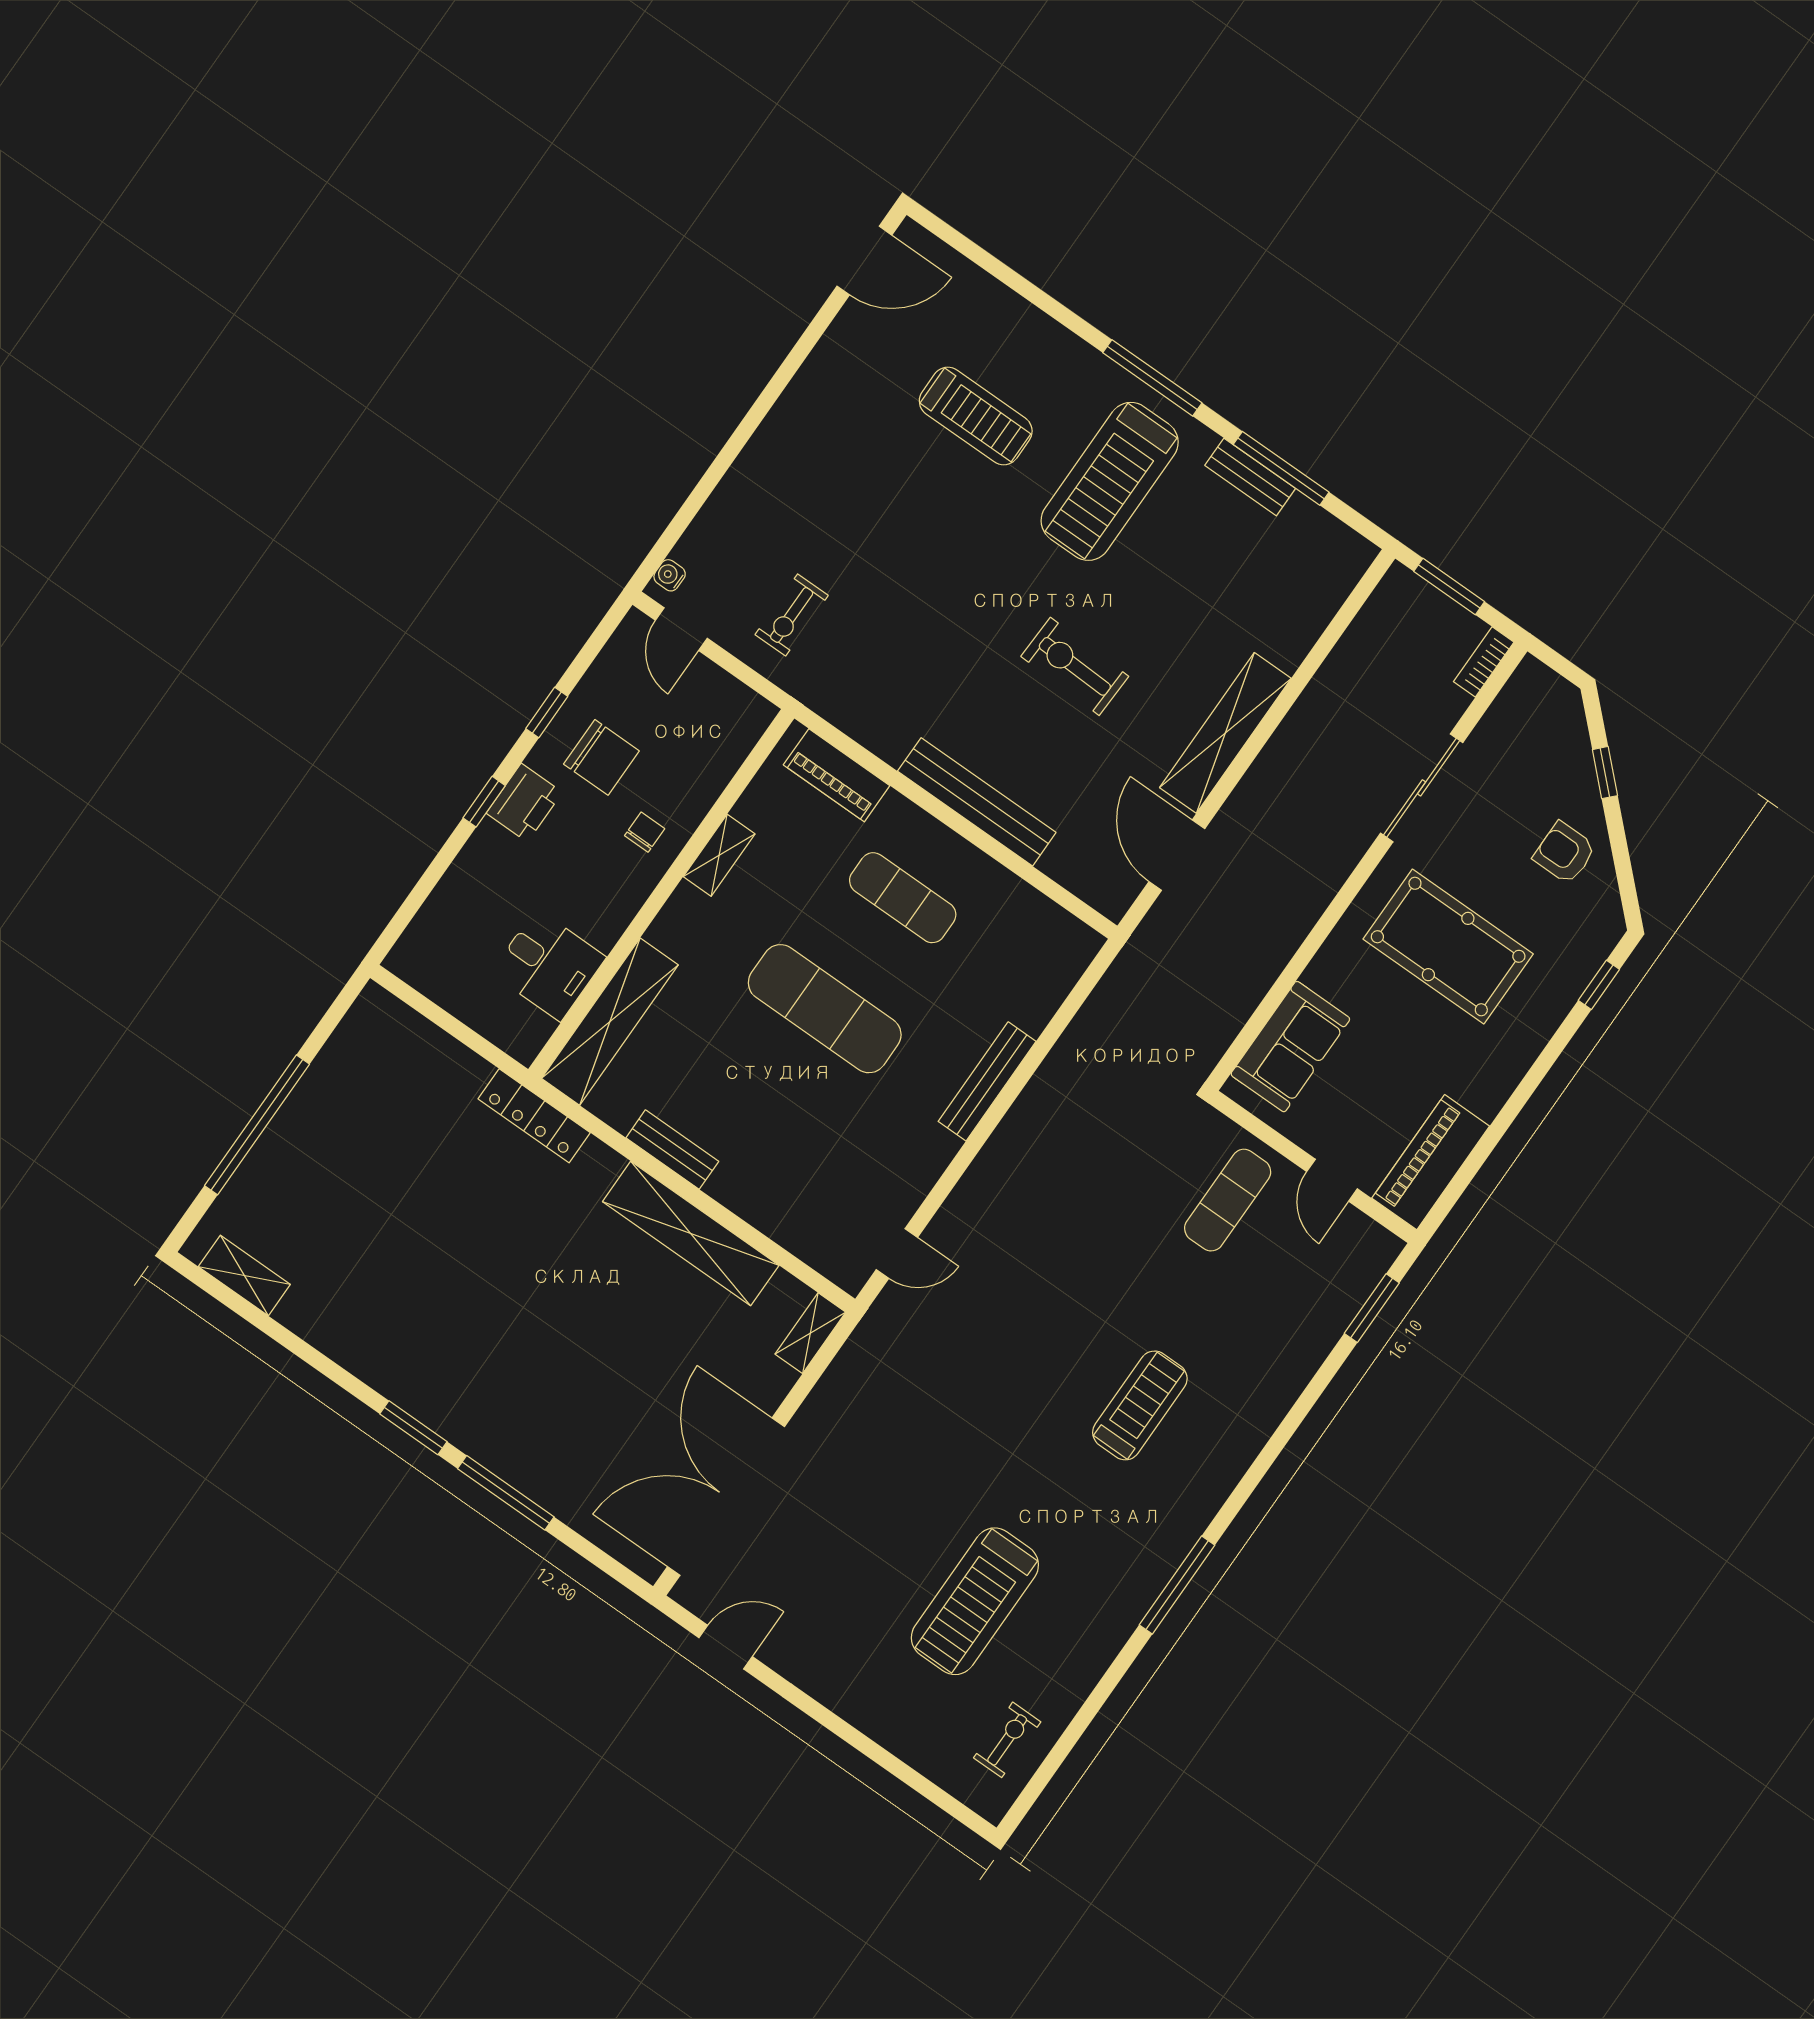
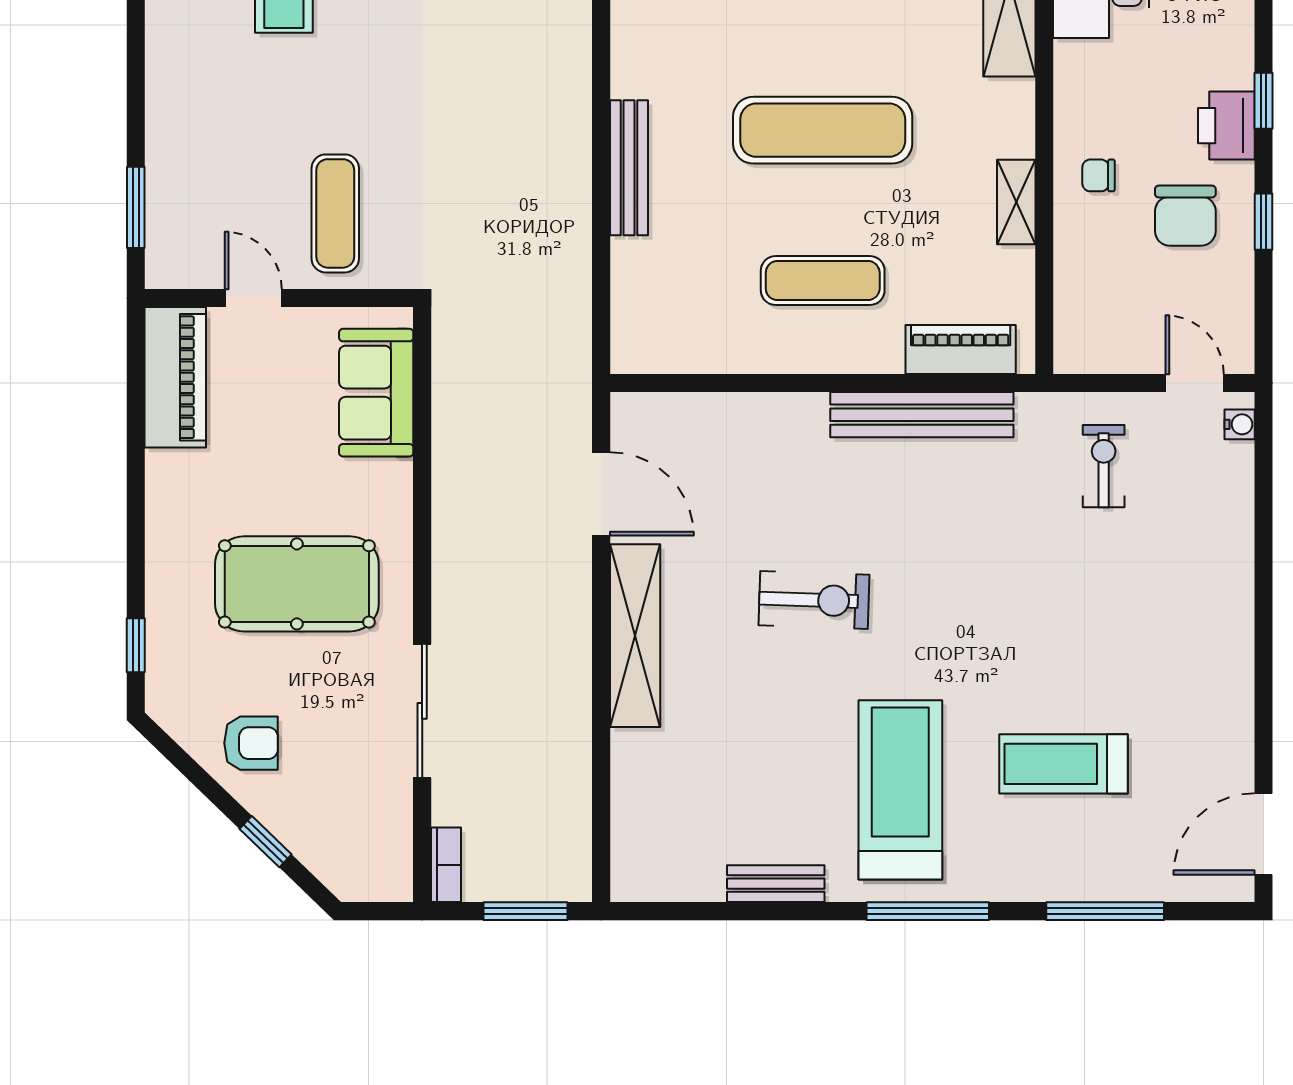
window: (1281, 468) -> (1105, 911), moved
chair: (601, 757) -> (1185, 216), turned -90
bench: (977, 802) -> (922, 415), moved
chair: (645, 832) -> (1099, 175), turned 90

